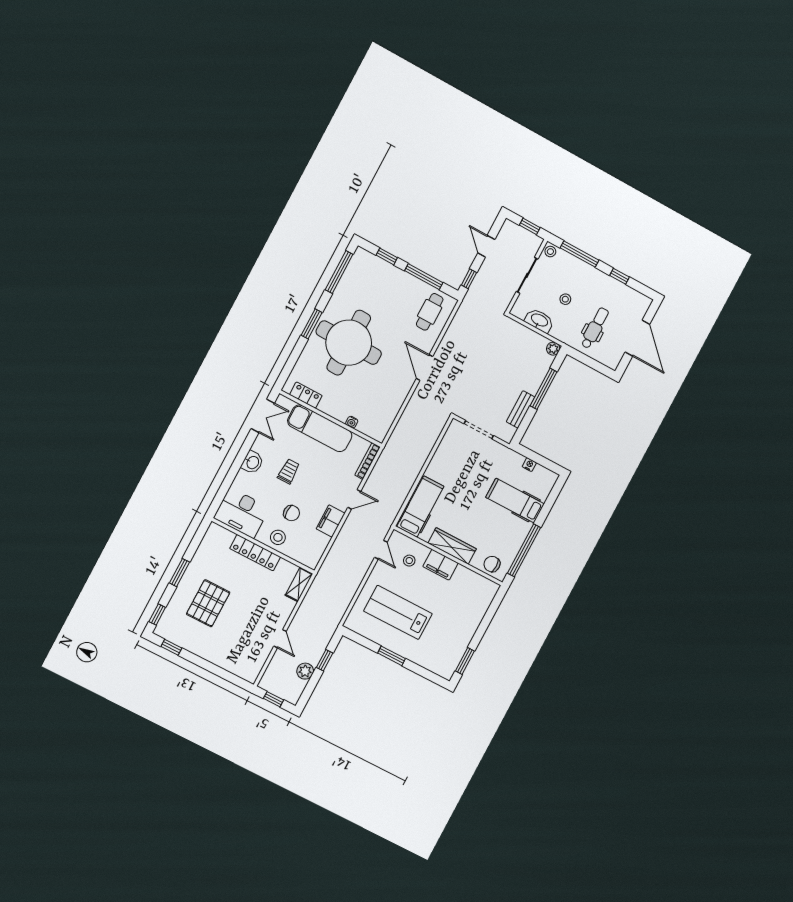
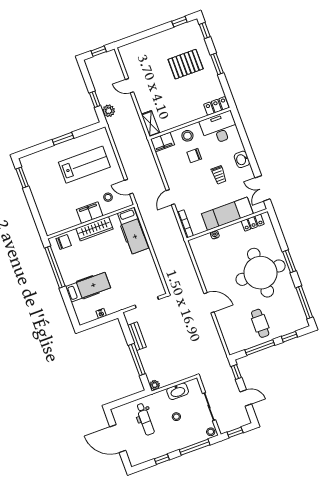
cafe table: (430, 312) -> (260, 323), moved
filing cabinet: (331, 521) -> (162, 142), moved, turned 90
locker: (255, 553) -> (216, 106), moved, width x0.66
pallet: (208, 603) -> (186, 64), turned 90
plant: (305, 671) -> (109, 111), moved

